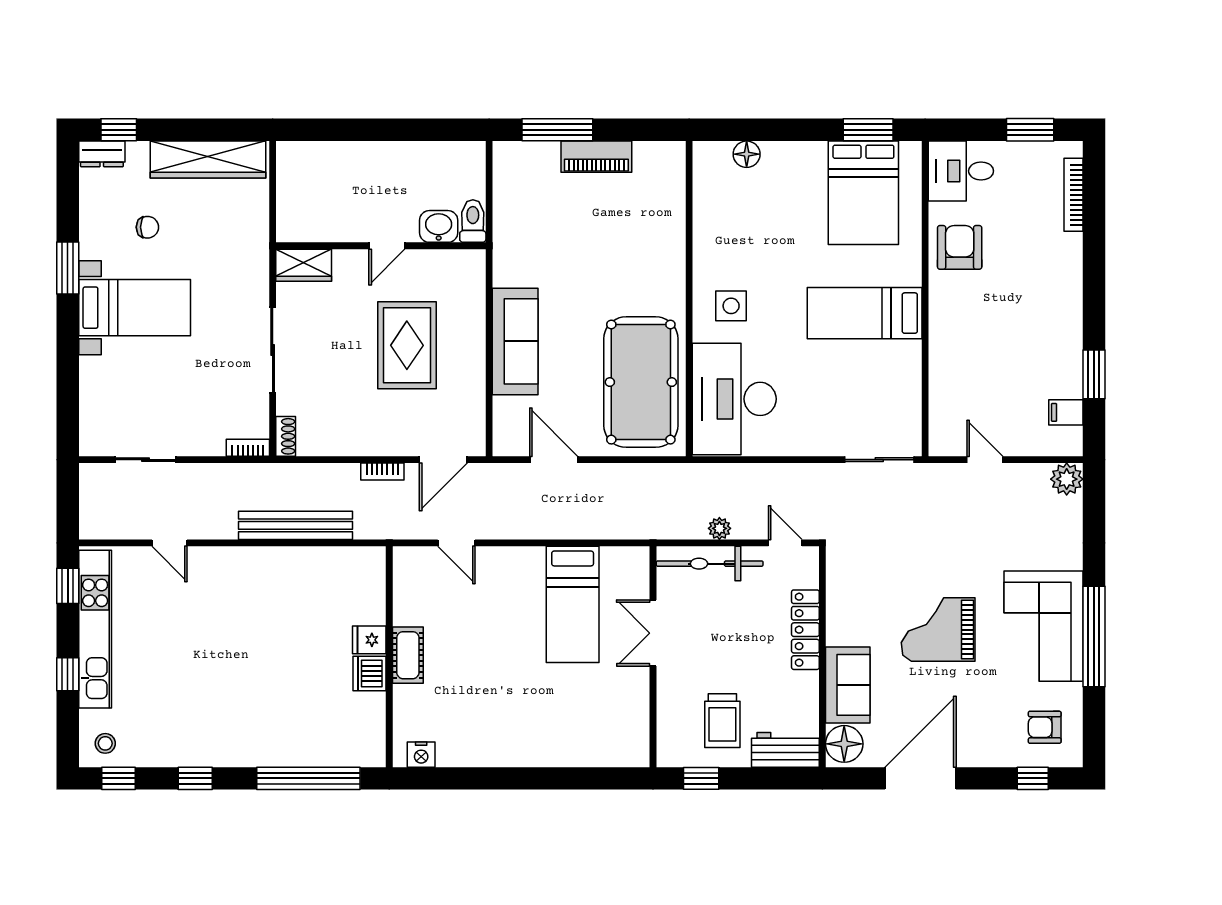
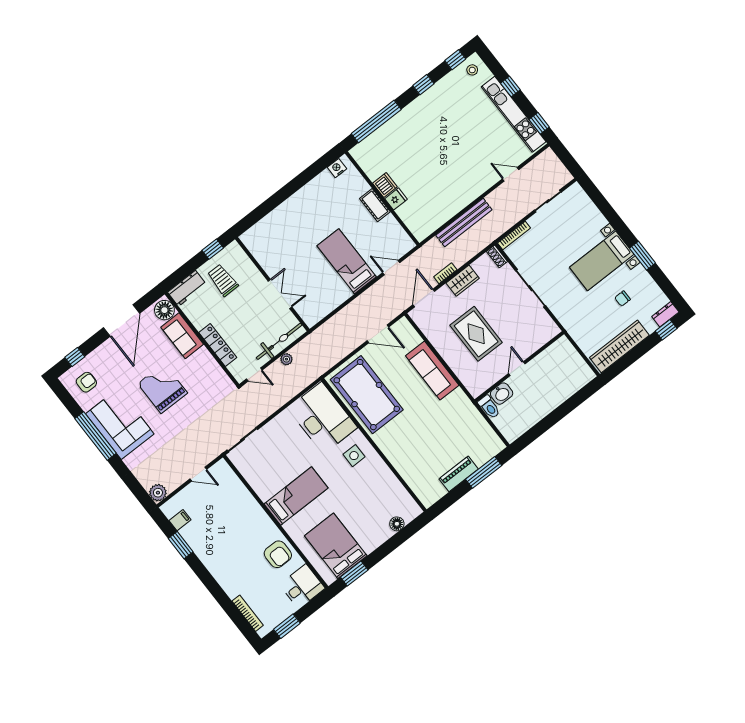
wardrobe: (304, 265) -> (463, 281), moved, turned 180
bookcase: (248, 448) -> (514, 235), width x1.56
bed: (573, 604) -> (347, 261), moved
grand piano: (938, 630) -> (163, 388), turned -90

